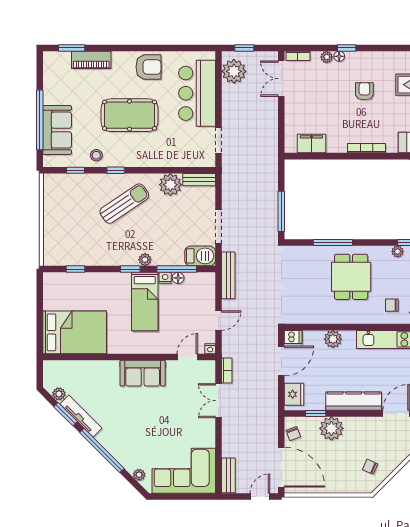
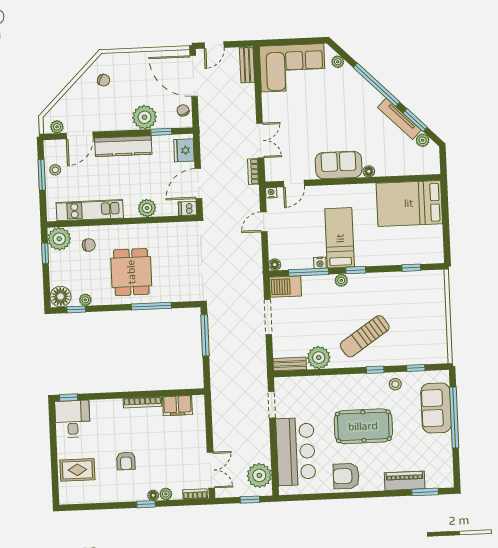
bookcase: (366, 148) -> (142, 402), moved
bench: (228, 275) -> (256, 268), removed
floor lamp: (178, 278) -> (275, 265), moved
floor lamp: (113, 366) -> (369, 171), added

